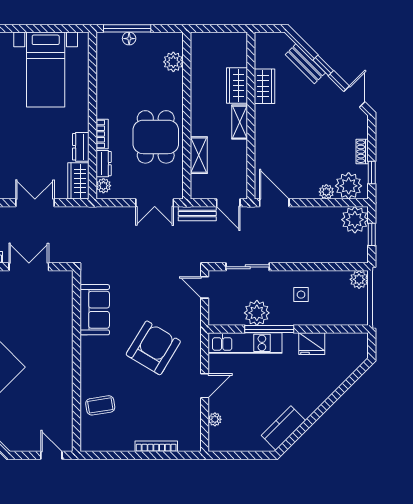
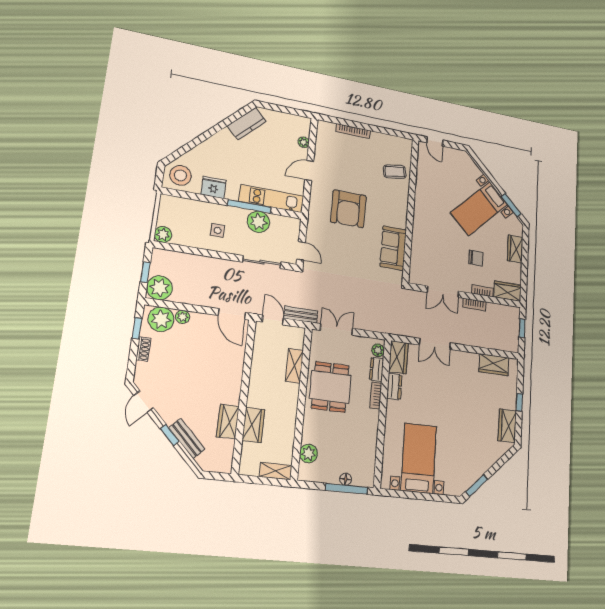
shelving: (240, 122) -> (276, 471), moved, turned 90
armchair: (153, 348) -> (348, 209), turned -31
stool: (349, 351) -> (180, 175), added

